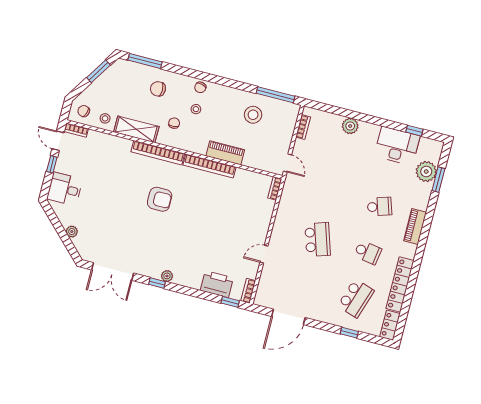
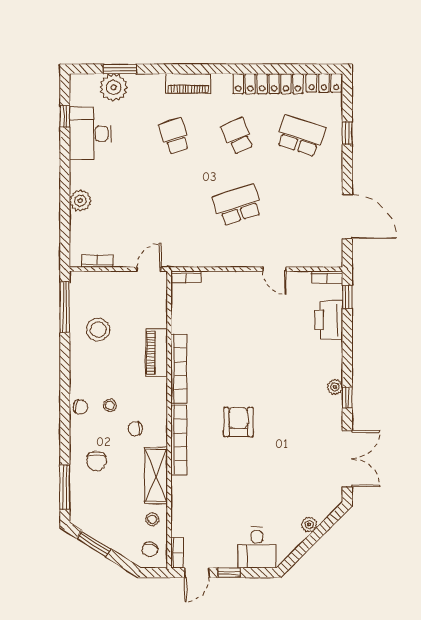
school desk: (368, 252) -> (238, 136), turned -33

